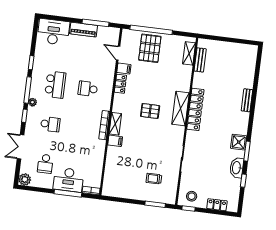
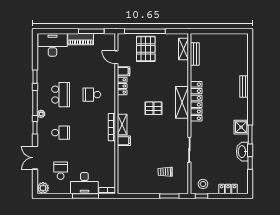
school desk: (45, 164) -> (61, 171), turned 180

